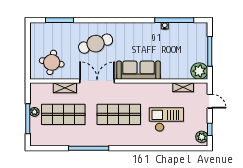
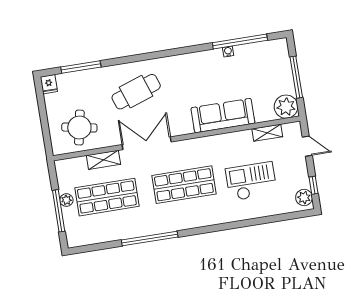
fridge: (35, 29) -> (49, 84), added
sofa: (138, 70) -> (223, 116), moved

